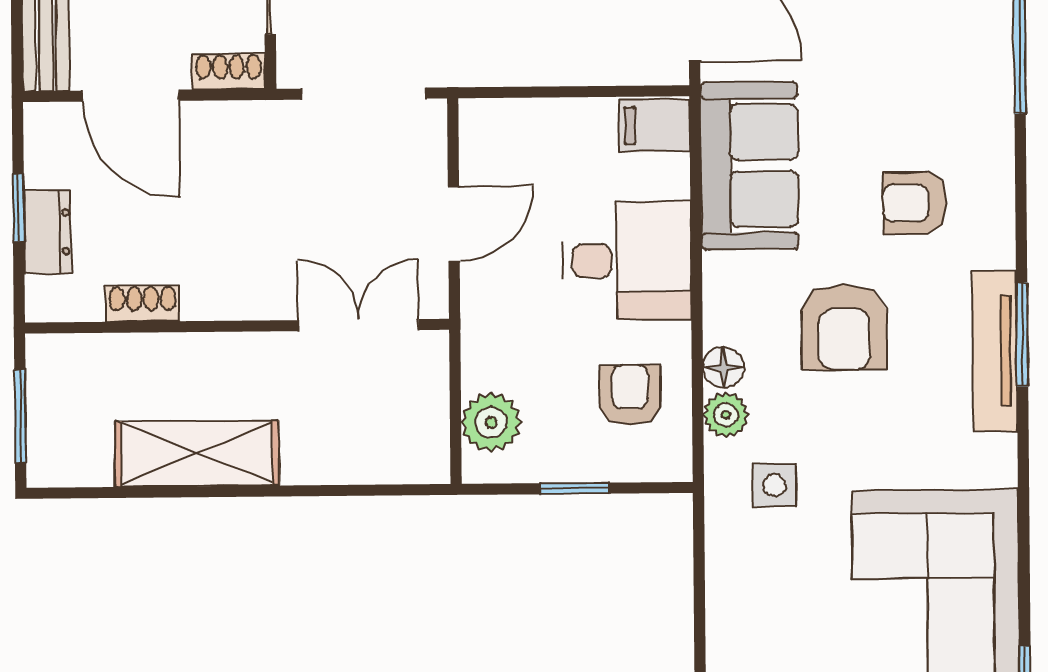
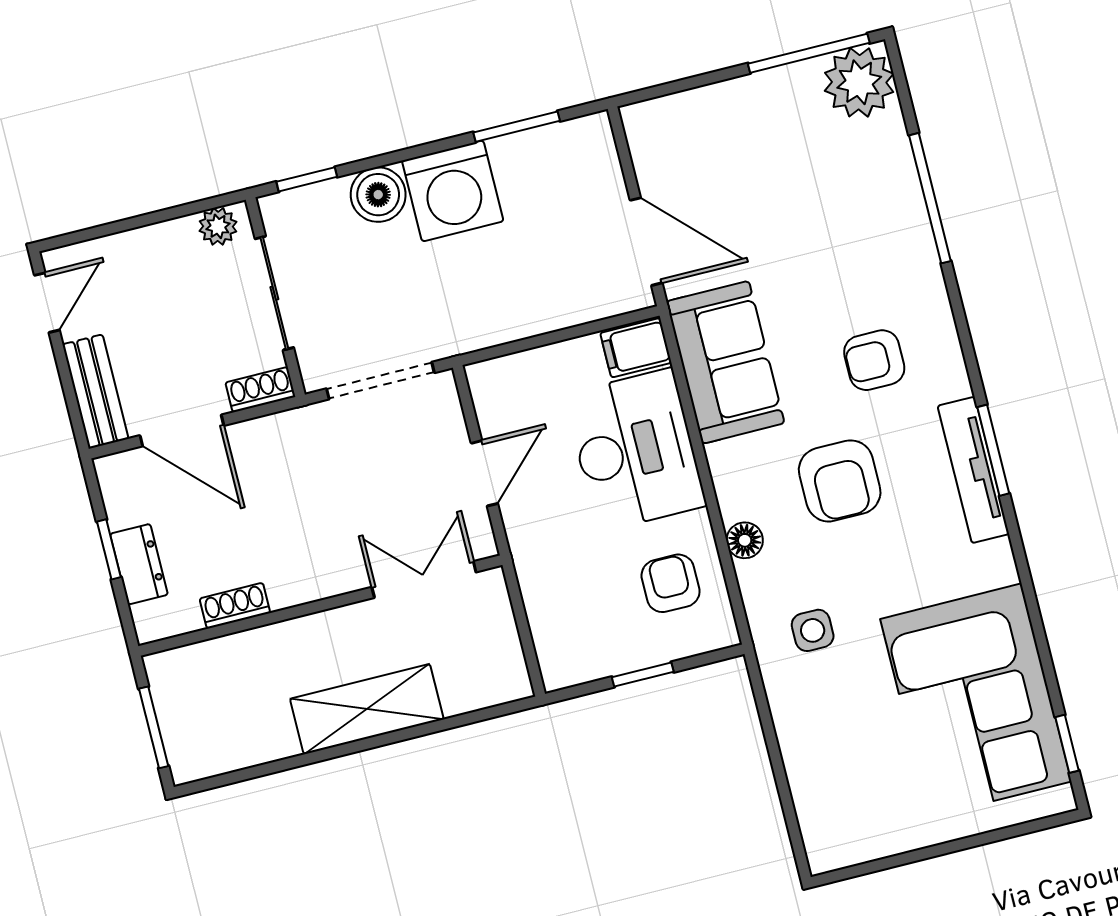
desk: (627, 261) -> (635, 450), width x1.37
plant: (726, 415) -> (757, 580), removed
plant: (491, 422) -> (557, 635), removed
shelving: (197, 453) -> (367, 709), moved

